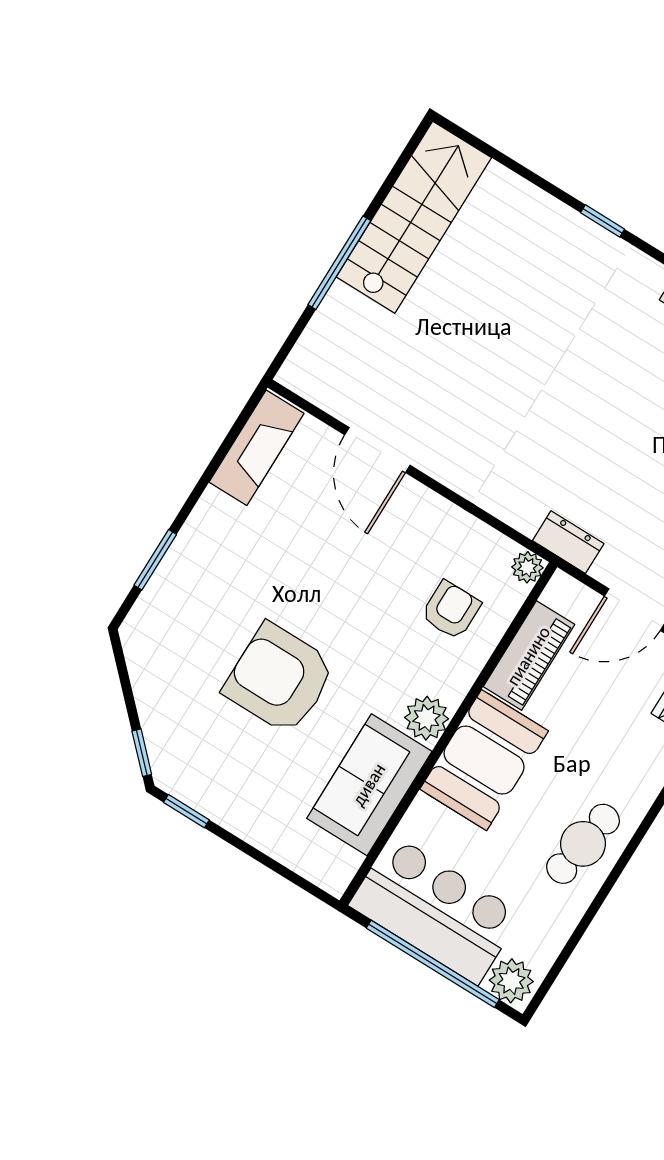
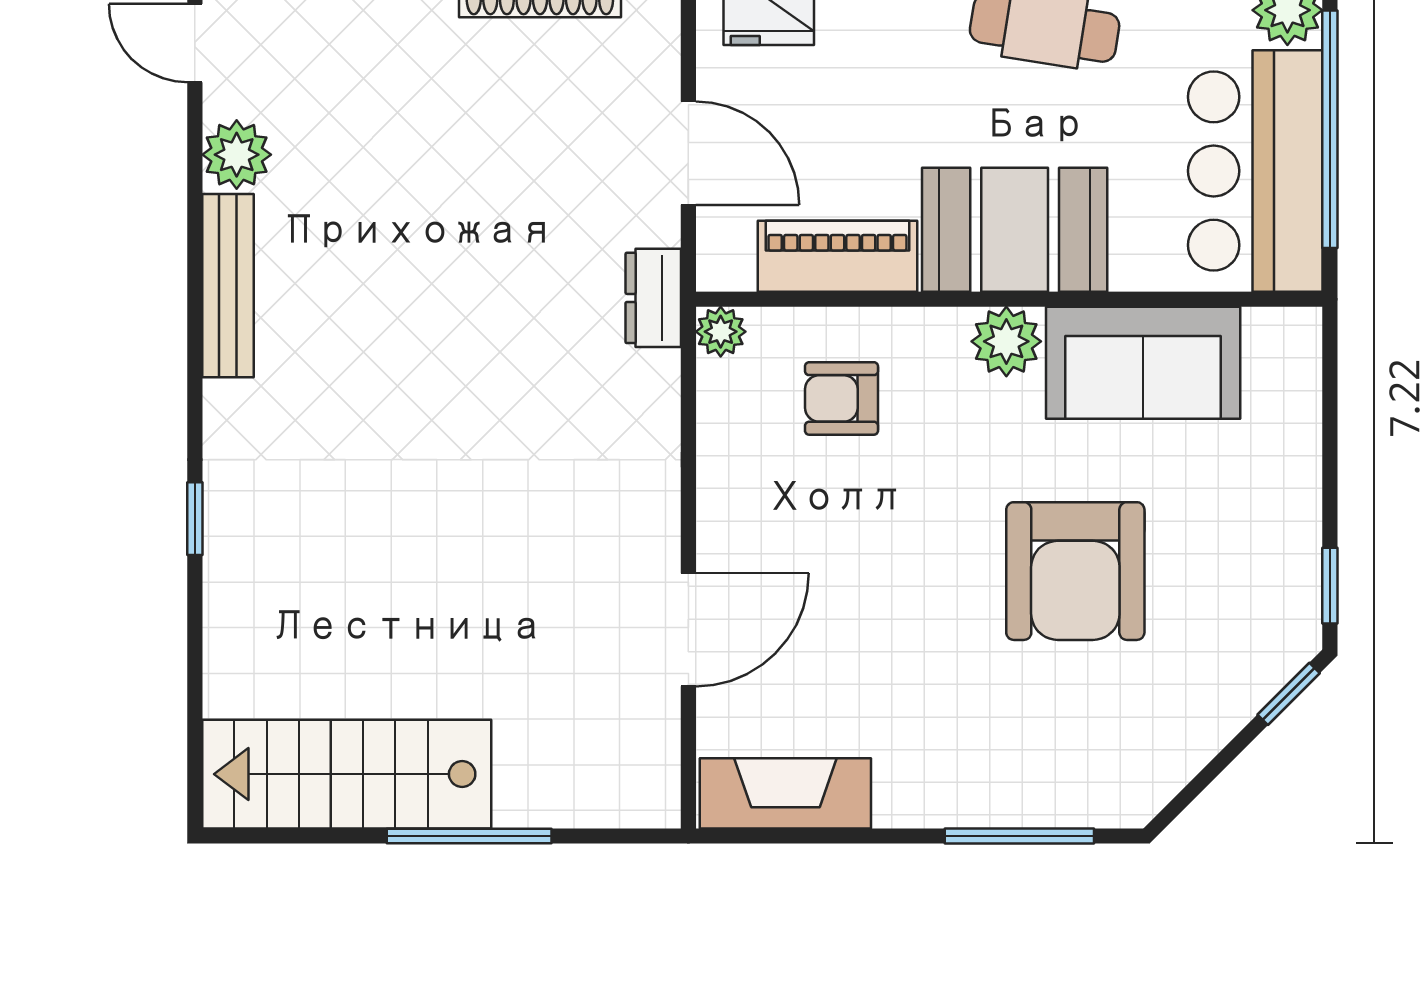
window: (155, 560) -> (1019, 836), width x1.44

